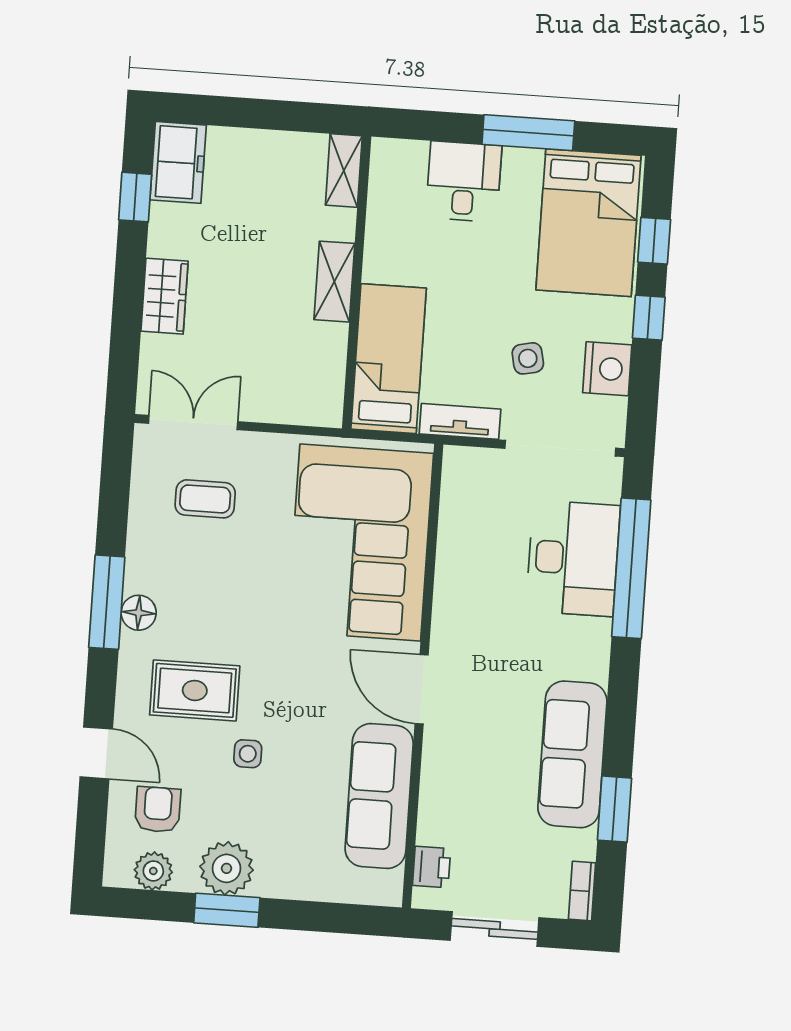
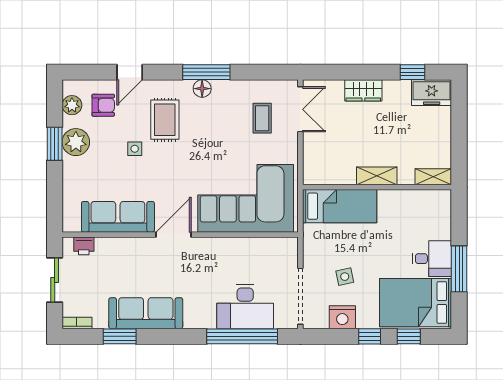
desk: (464, 182) -> (432, 259), moved
tv unit: (460, 421) -> (310, 244), removed

